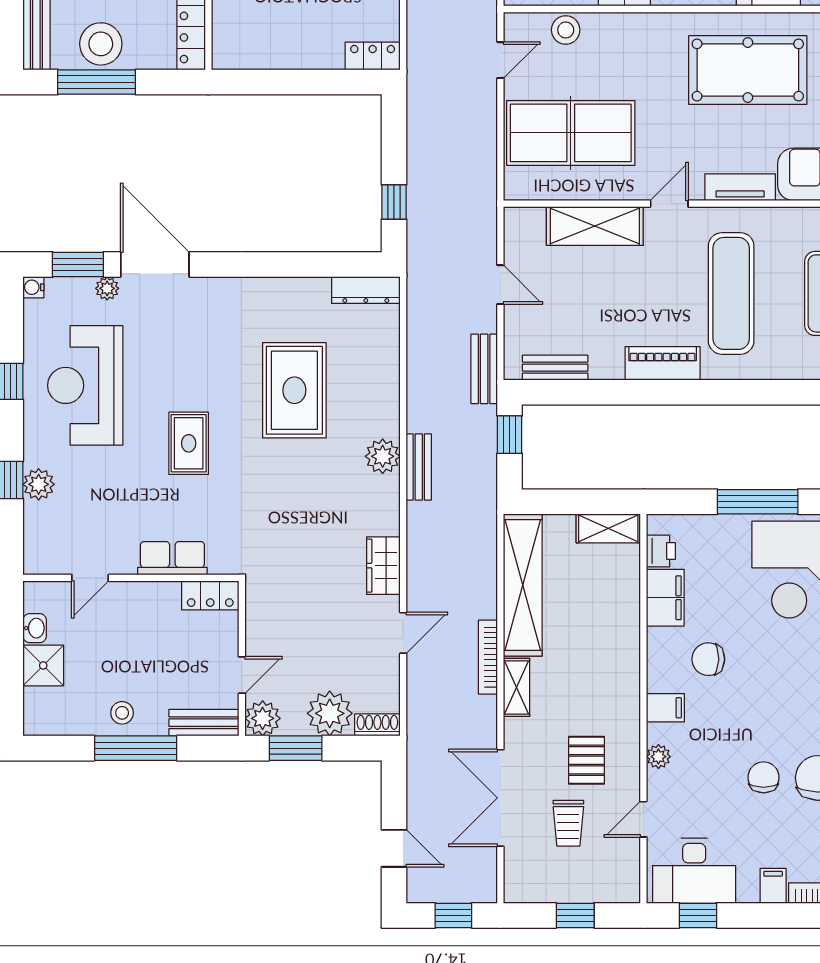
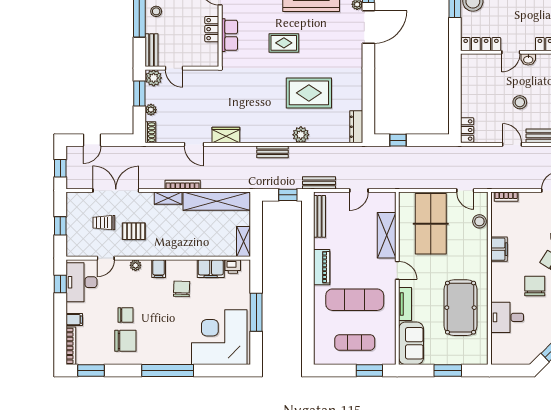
bench: (555, 368) -> (320, 216), width x1.36
plant: (383, 456) -> (301, 135), moved
locker: (210, 595) -> (212, 29), moved
plant: (330, 713) -> (151, 110), width x0.53, depth x0.53
door: (643, 819) -> (106, 258), swing flipped

